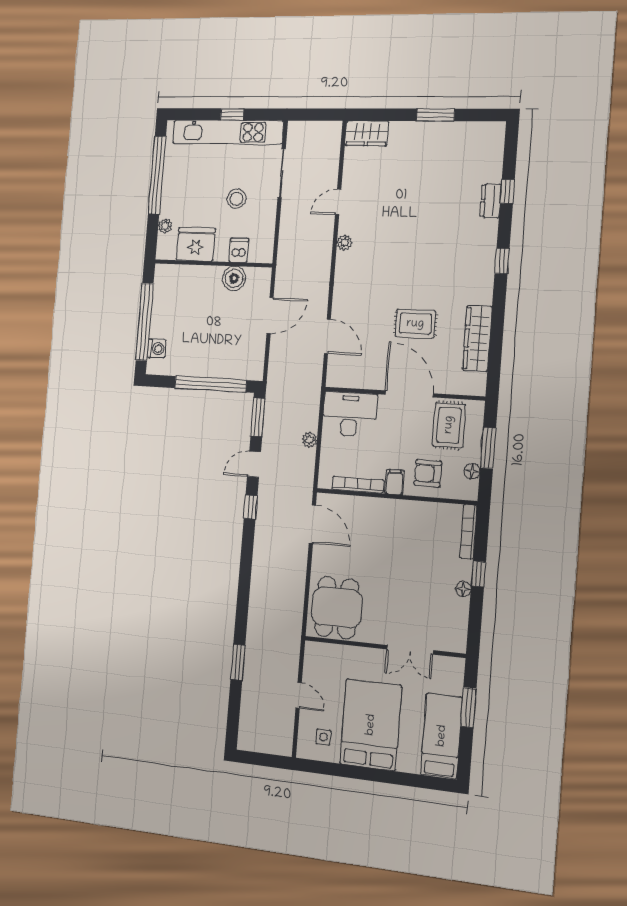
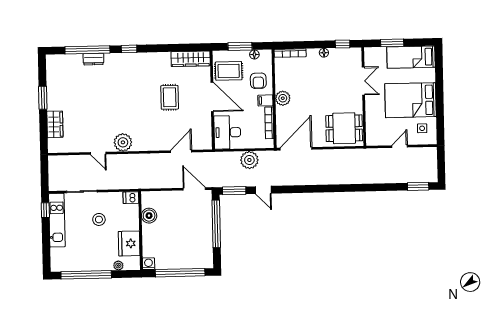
window: (232, 114) -> (45, 210), moved
kitchen unit: (228, 132) -> (57, 220), width x0.73
wardrobe: (367, 133) -> (55, 124), moved
window: (507, 191) -> (87, 50), width x3.17
plant: (344, 243) -> (123, 142), width x1.88, depth x1.88
dishwasher: (239, 250) -> (131, 198), moved
door: (270, 316) -> (194, 189), moved
wardrobe: (477, 338) -> (191, 59), moved
washing machine: (157, 349) -> (148, 264), moved
door: (409, 394) -> (212, 97), swing flipped
plant: (310, 440) -> (249, 160), width x1.88, depth x1.88
window: (251, 507) -> (290, 189), removed
plant: (395, 511) -> (283, 98), added
door: (312, 524) -> (296, 149), width x1.36
window: (478, 574) -> (343, 44), moved
window: (238, 662) -> (418, 186), moved

